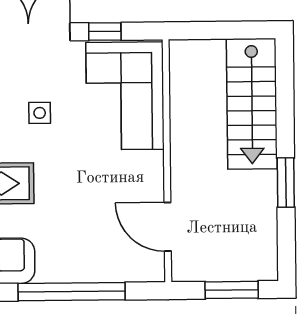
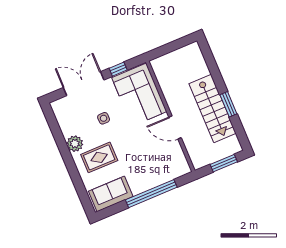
stairs: (252, 104) -> (213, 109), moved
door: (168, 227) -> (175, 127), moved

